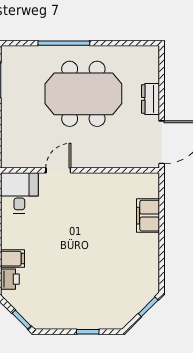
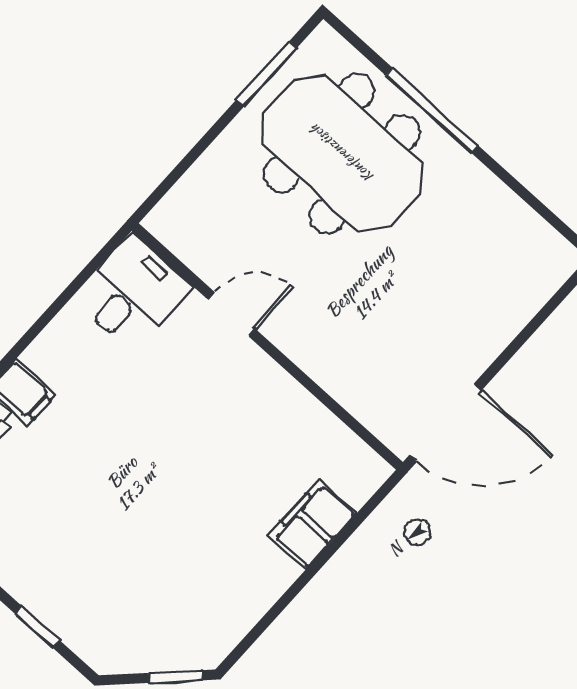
meeting table: (83, 94) -> (342, 154), moved
dresser: (150, 99) -> (492, 334), removed

